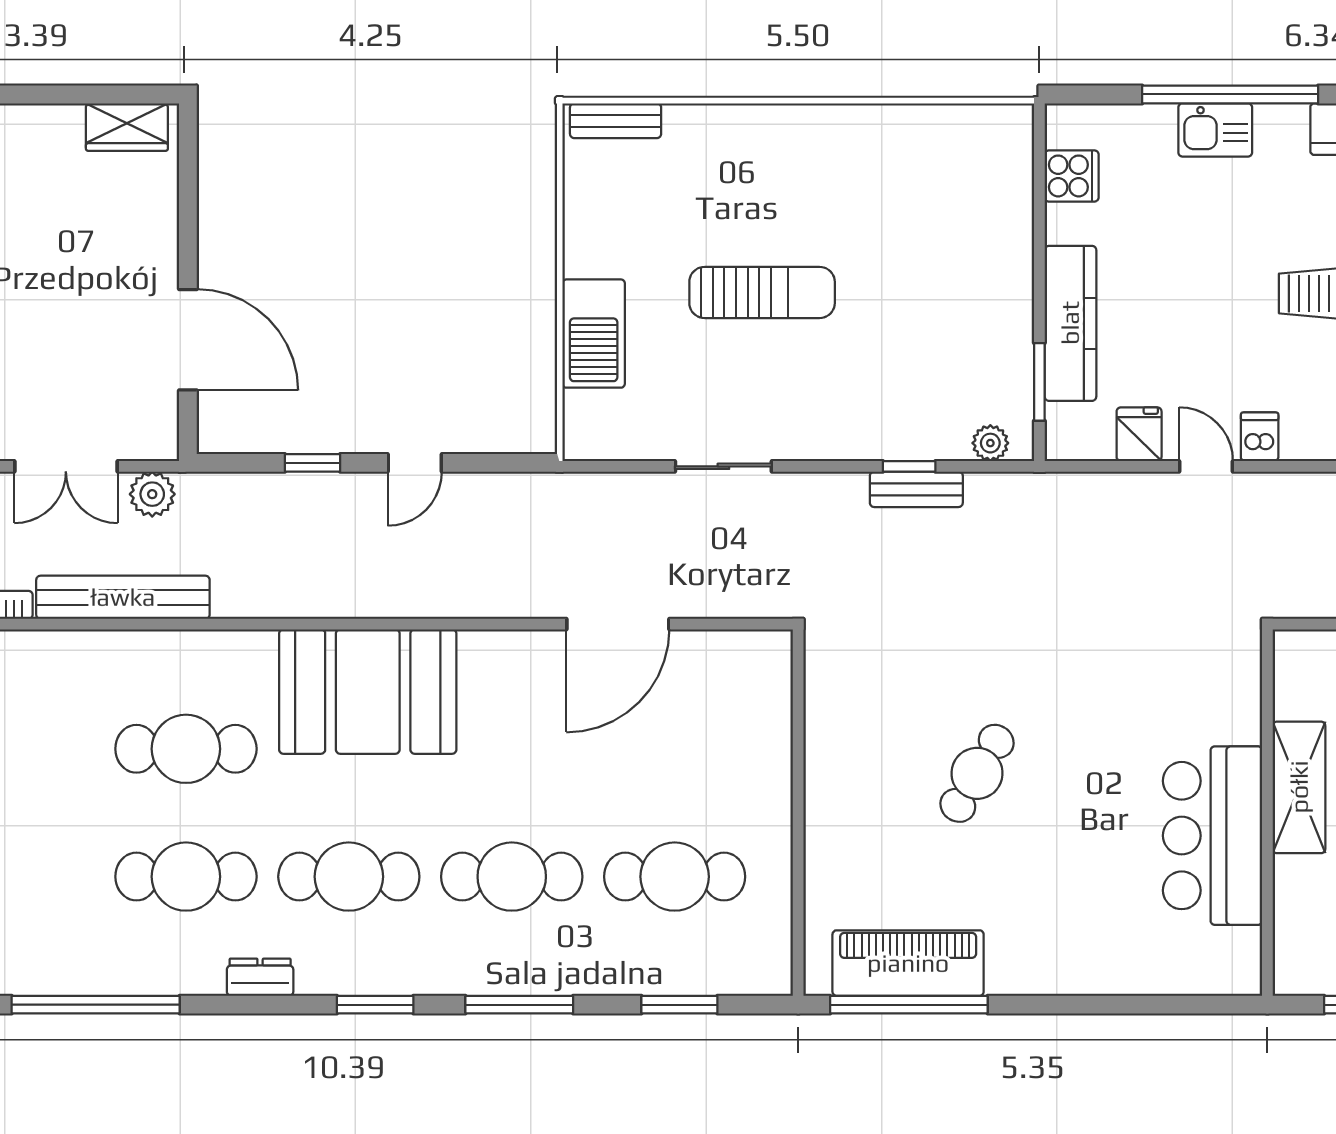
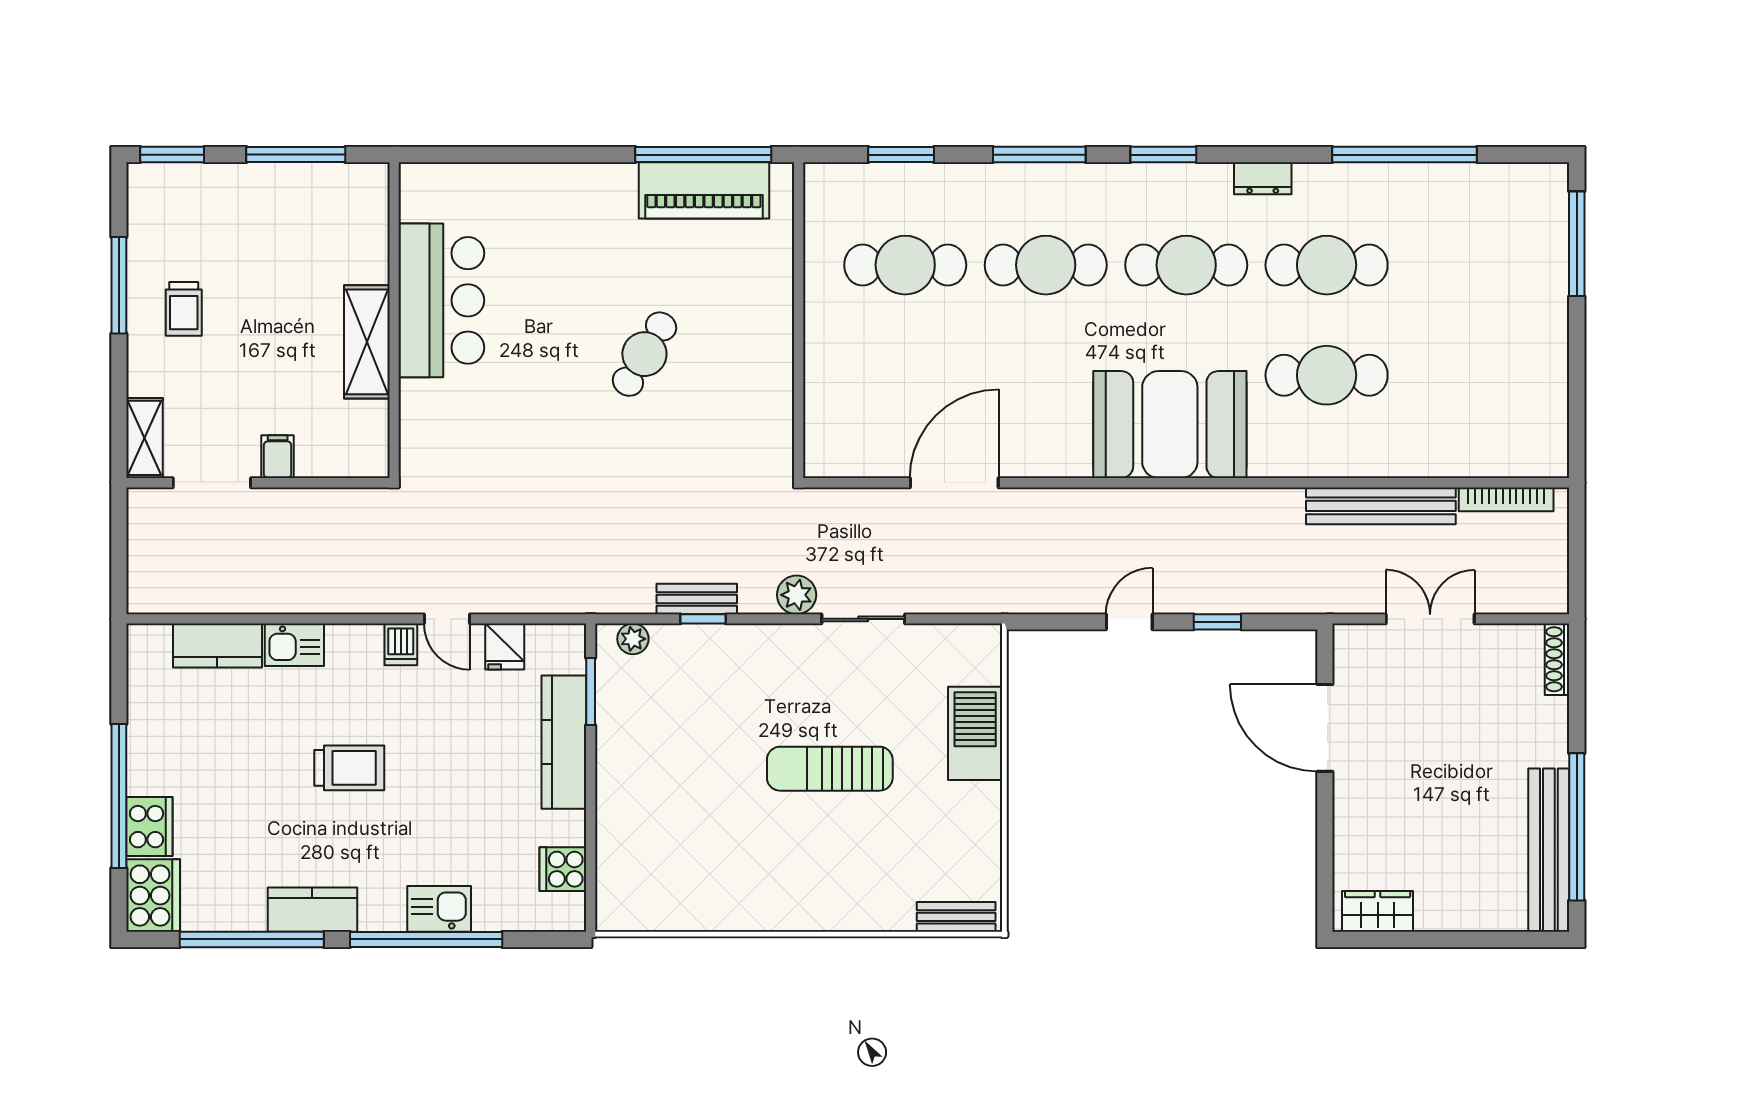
plant: (152, 494) -> (797, 595), moved

